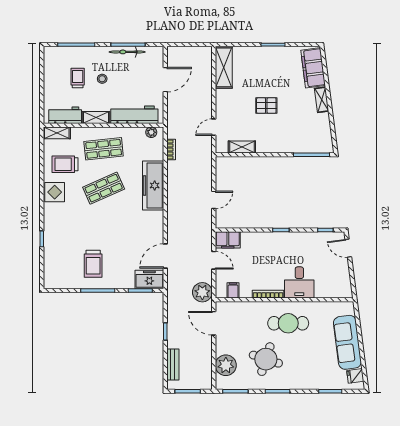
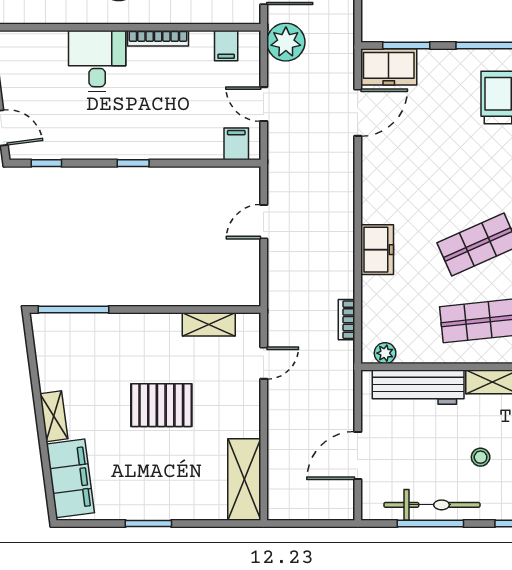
bicycle: (127, 52) -> (432, 505), width x1.37, depth x1.40
pallet: (266, 106) -> (161, 405), width x1.50, depth x1.42
freezer: (153, 185) -> (377, 250), width x0.52, depth x0.79
filing cabinet: (228, 240) -> (236, 144), width x0.50

